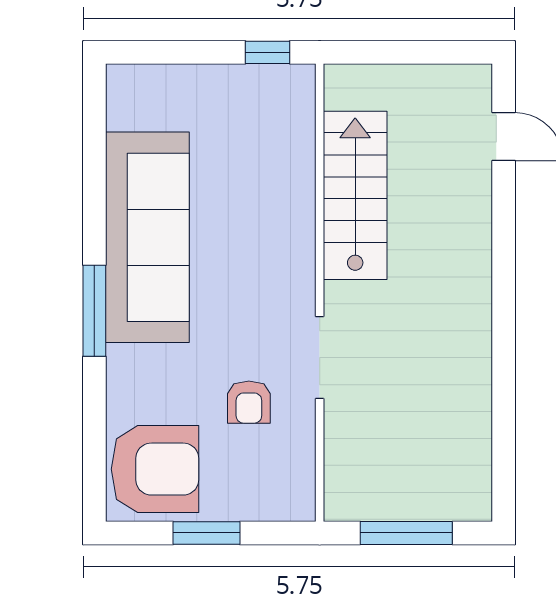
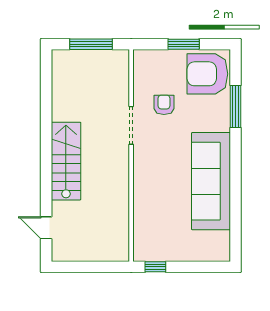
stairs: (355, 195) -> (66, 161), moved, turned 180
window: (94, 311) -> (236, 106), moved

